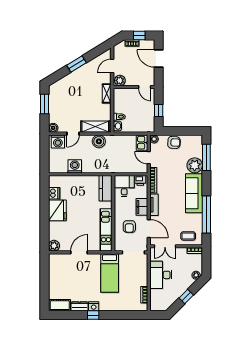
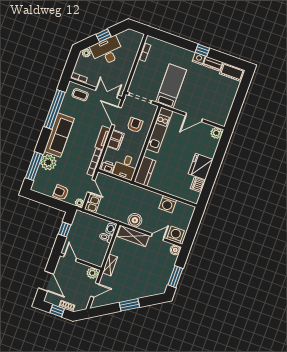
desk: (161, 275) -> (107, 51), moved, turned -135

